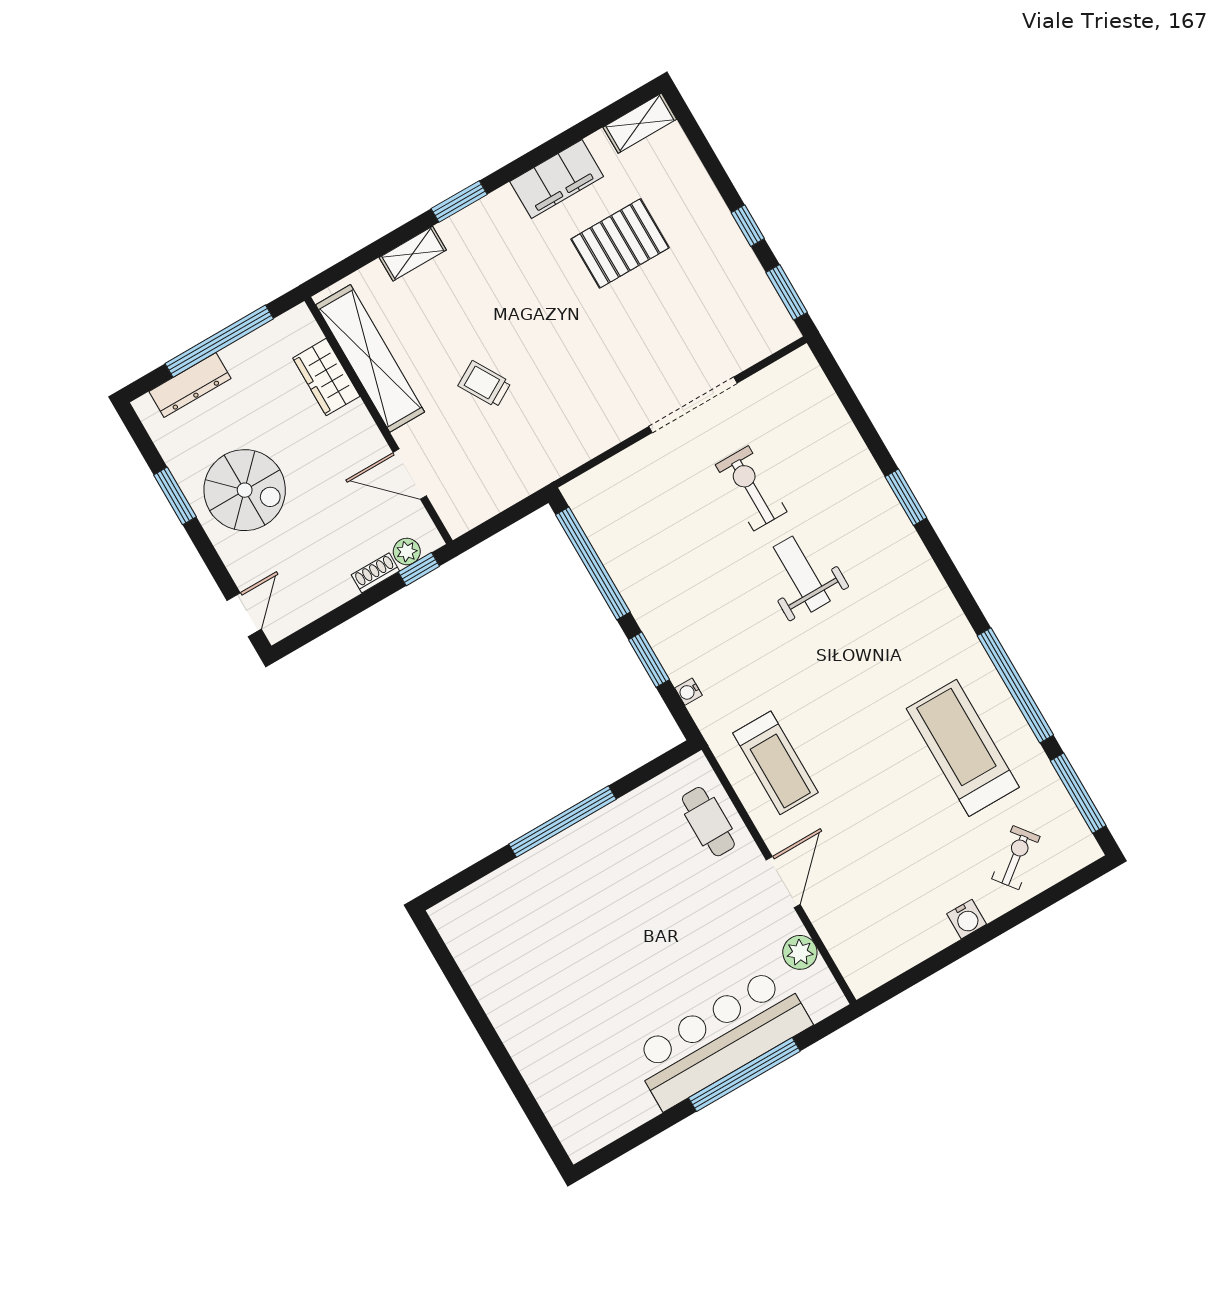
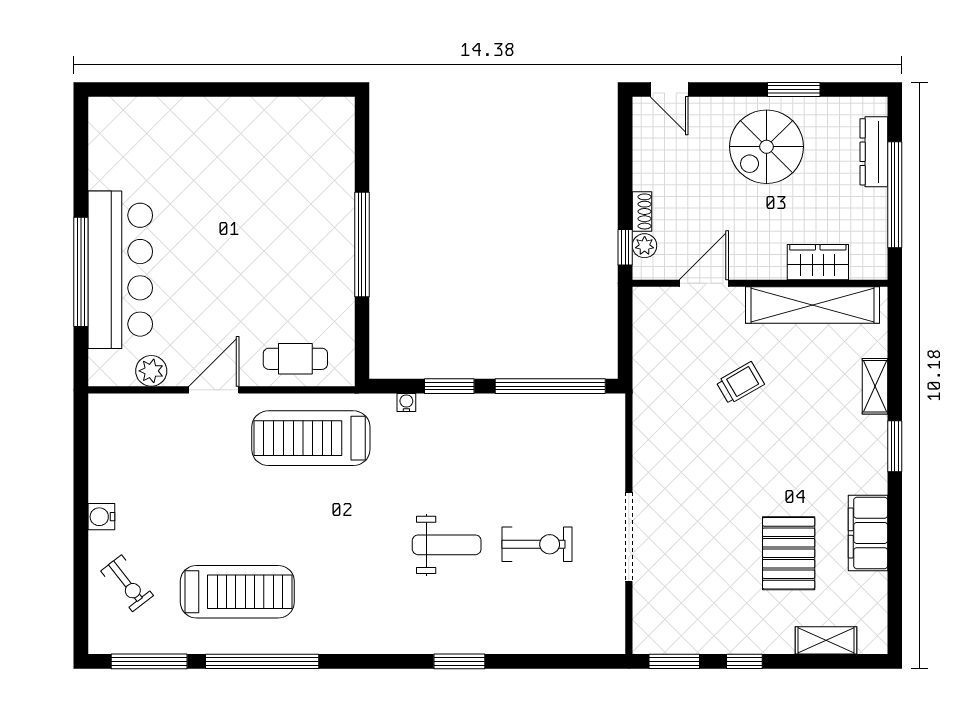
shelving: (640, 123) -> (826, 640), moved, turned 90
treadmill: (775, 763) -> (311, 438), width x1.37, depth x1.38
door: (783, 882) -> (214, 390), swing flipped

